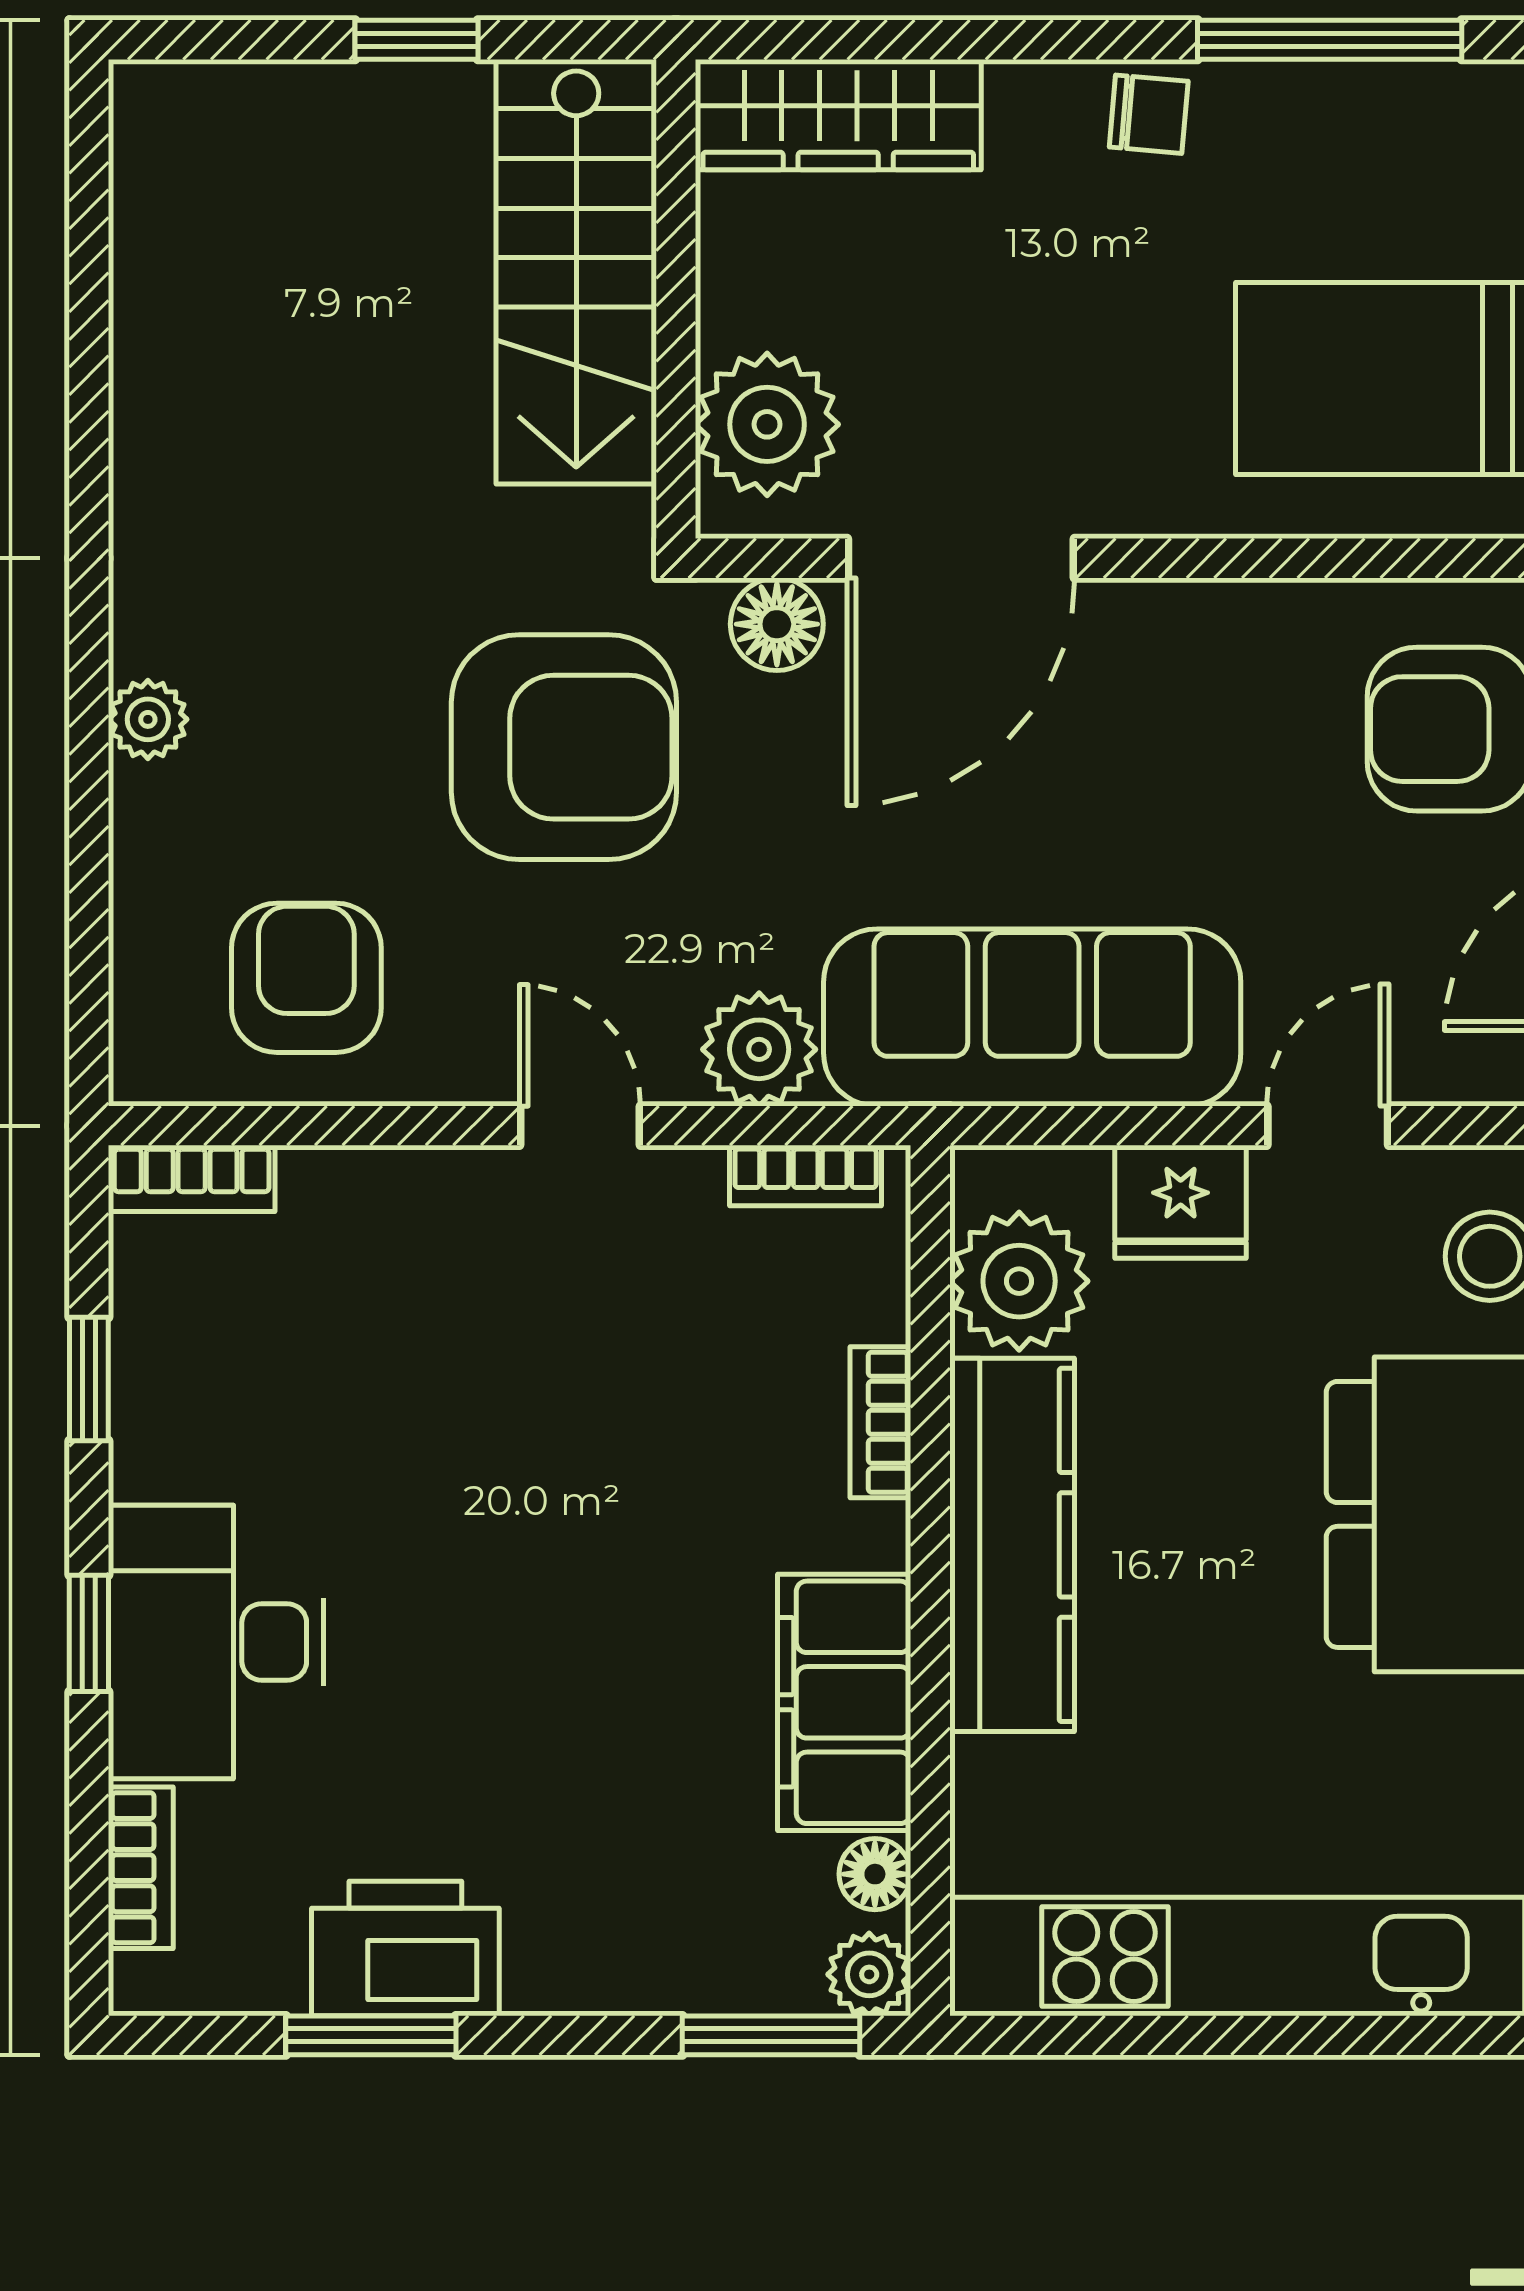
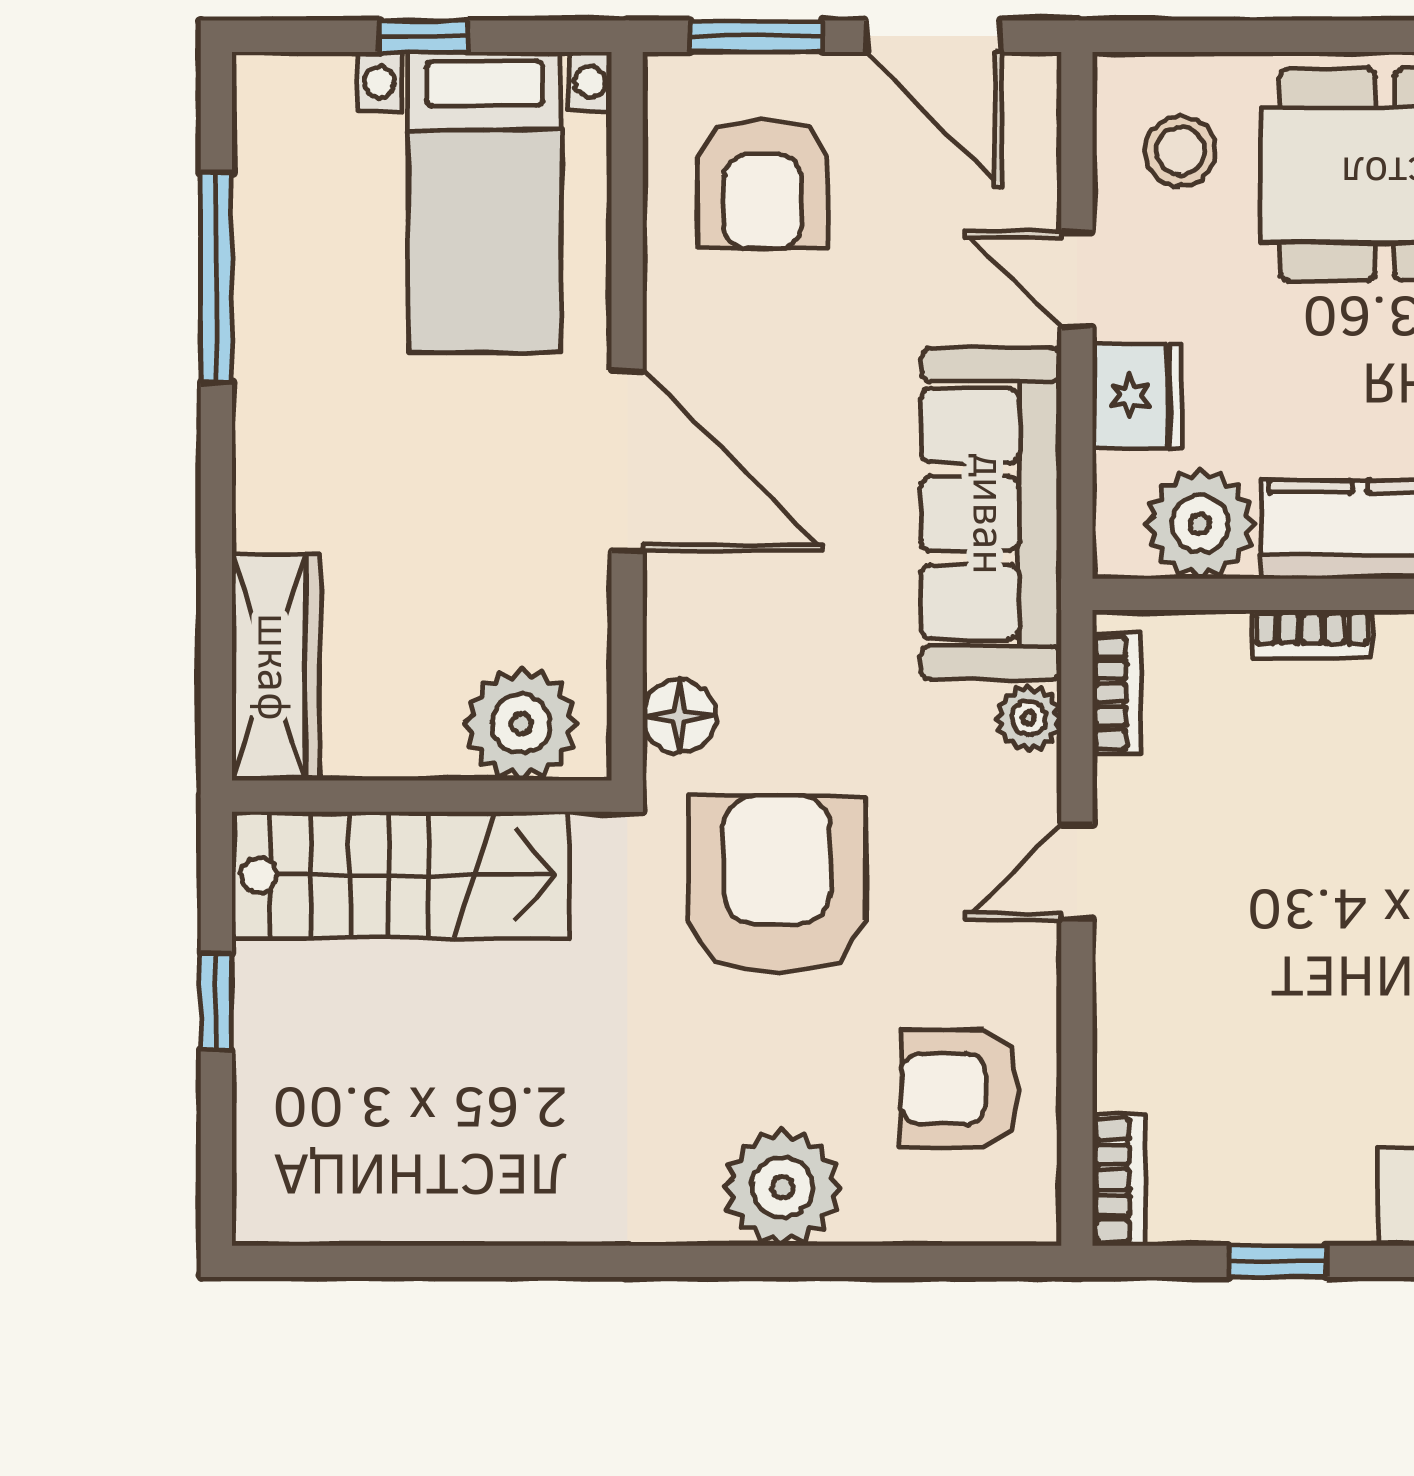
chair: (1149, 114) -> (275, 421), removed
door: (961, 558) -> (627, 461), moved
plant: (148, 719) -> (782, 1187), width x1.87, depth x1.87
plant: (759, 1049) -> (1029, 718), width x0.73, depth x0.73

